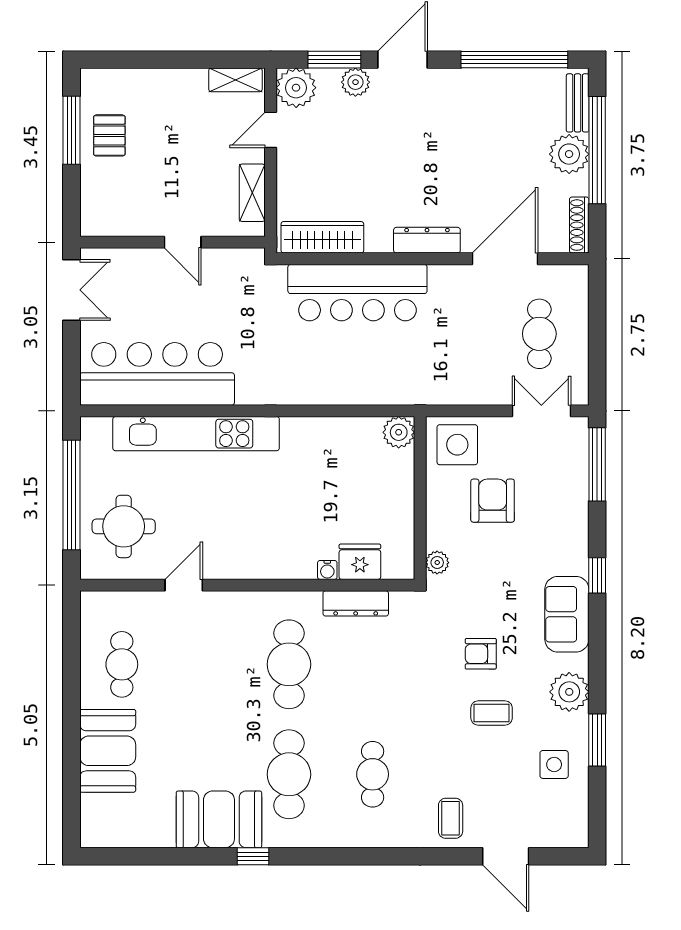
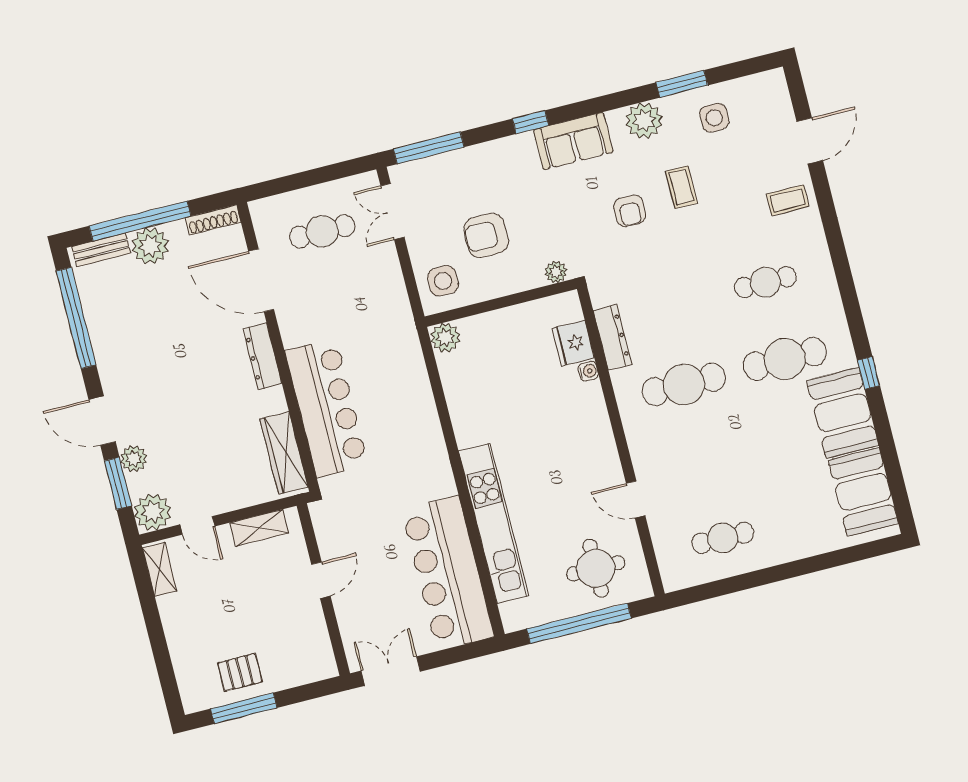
side table: (457, 445) -> (443, 281), width x0.73, depth x0.73
booth: (108, 751) -> (863, 492), moved, turned 90

